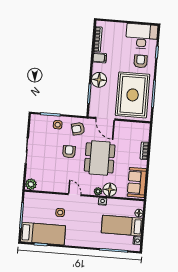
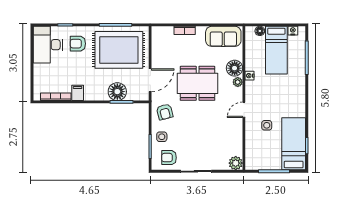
floor lamp: (99, 80) -> (117, 92), moved
armchair: (69, 152) -> (169, 158), moved

